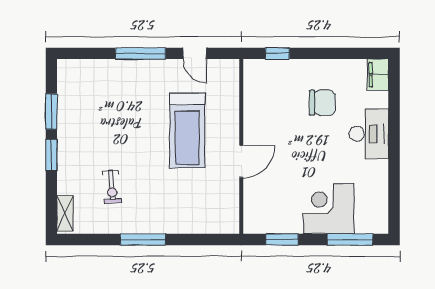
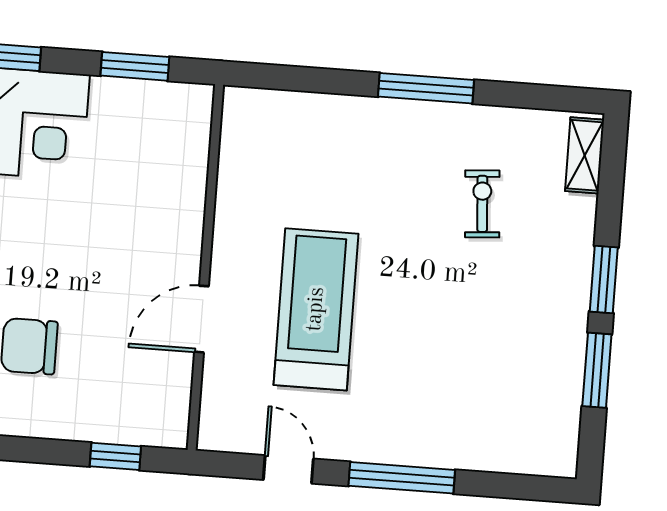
door: (241, 161) -> (202, 319), moved

